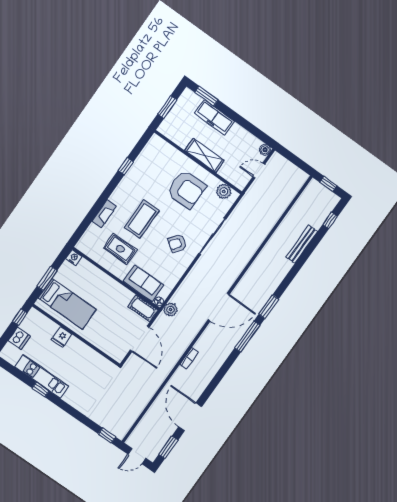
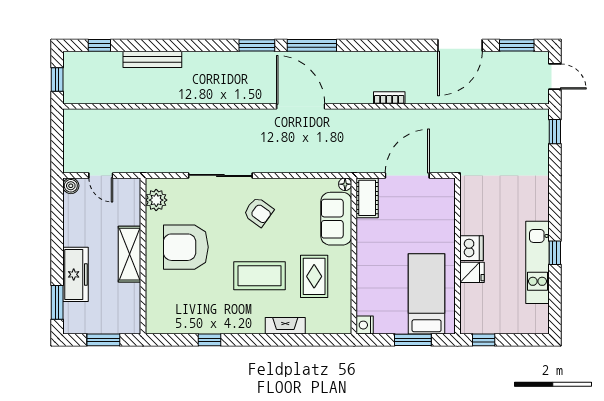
armchair: (186, 189) -> (186, 247), turned -90
plant: (171, 310) -> (345, 163), removed
dishwasher: (19, 338) -> (471, 248), moved, turned 90

